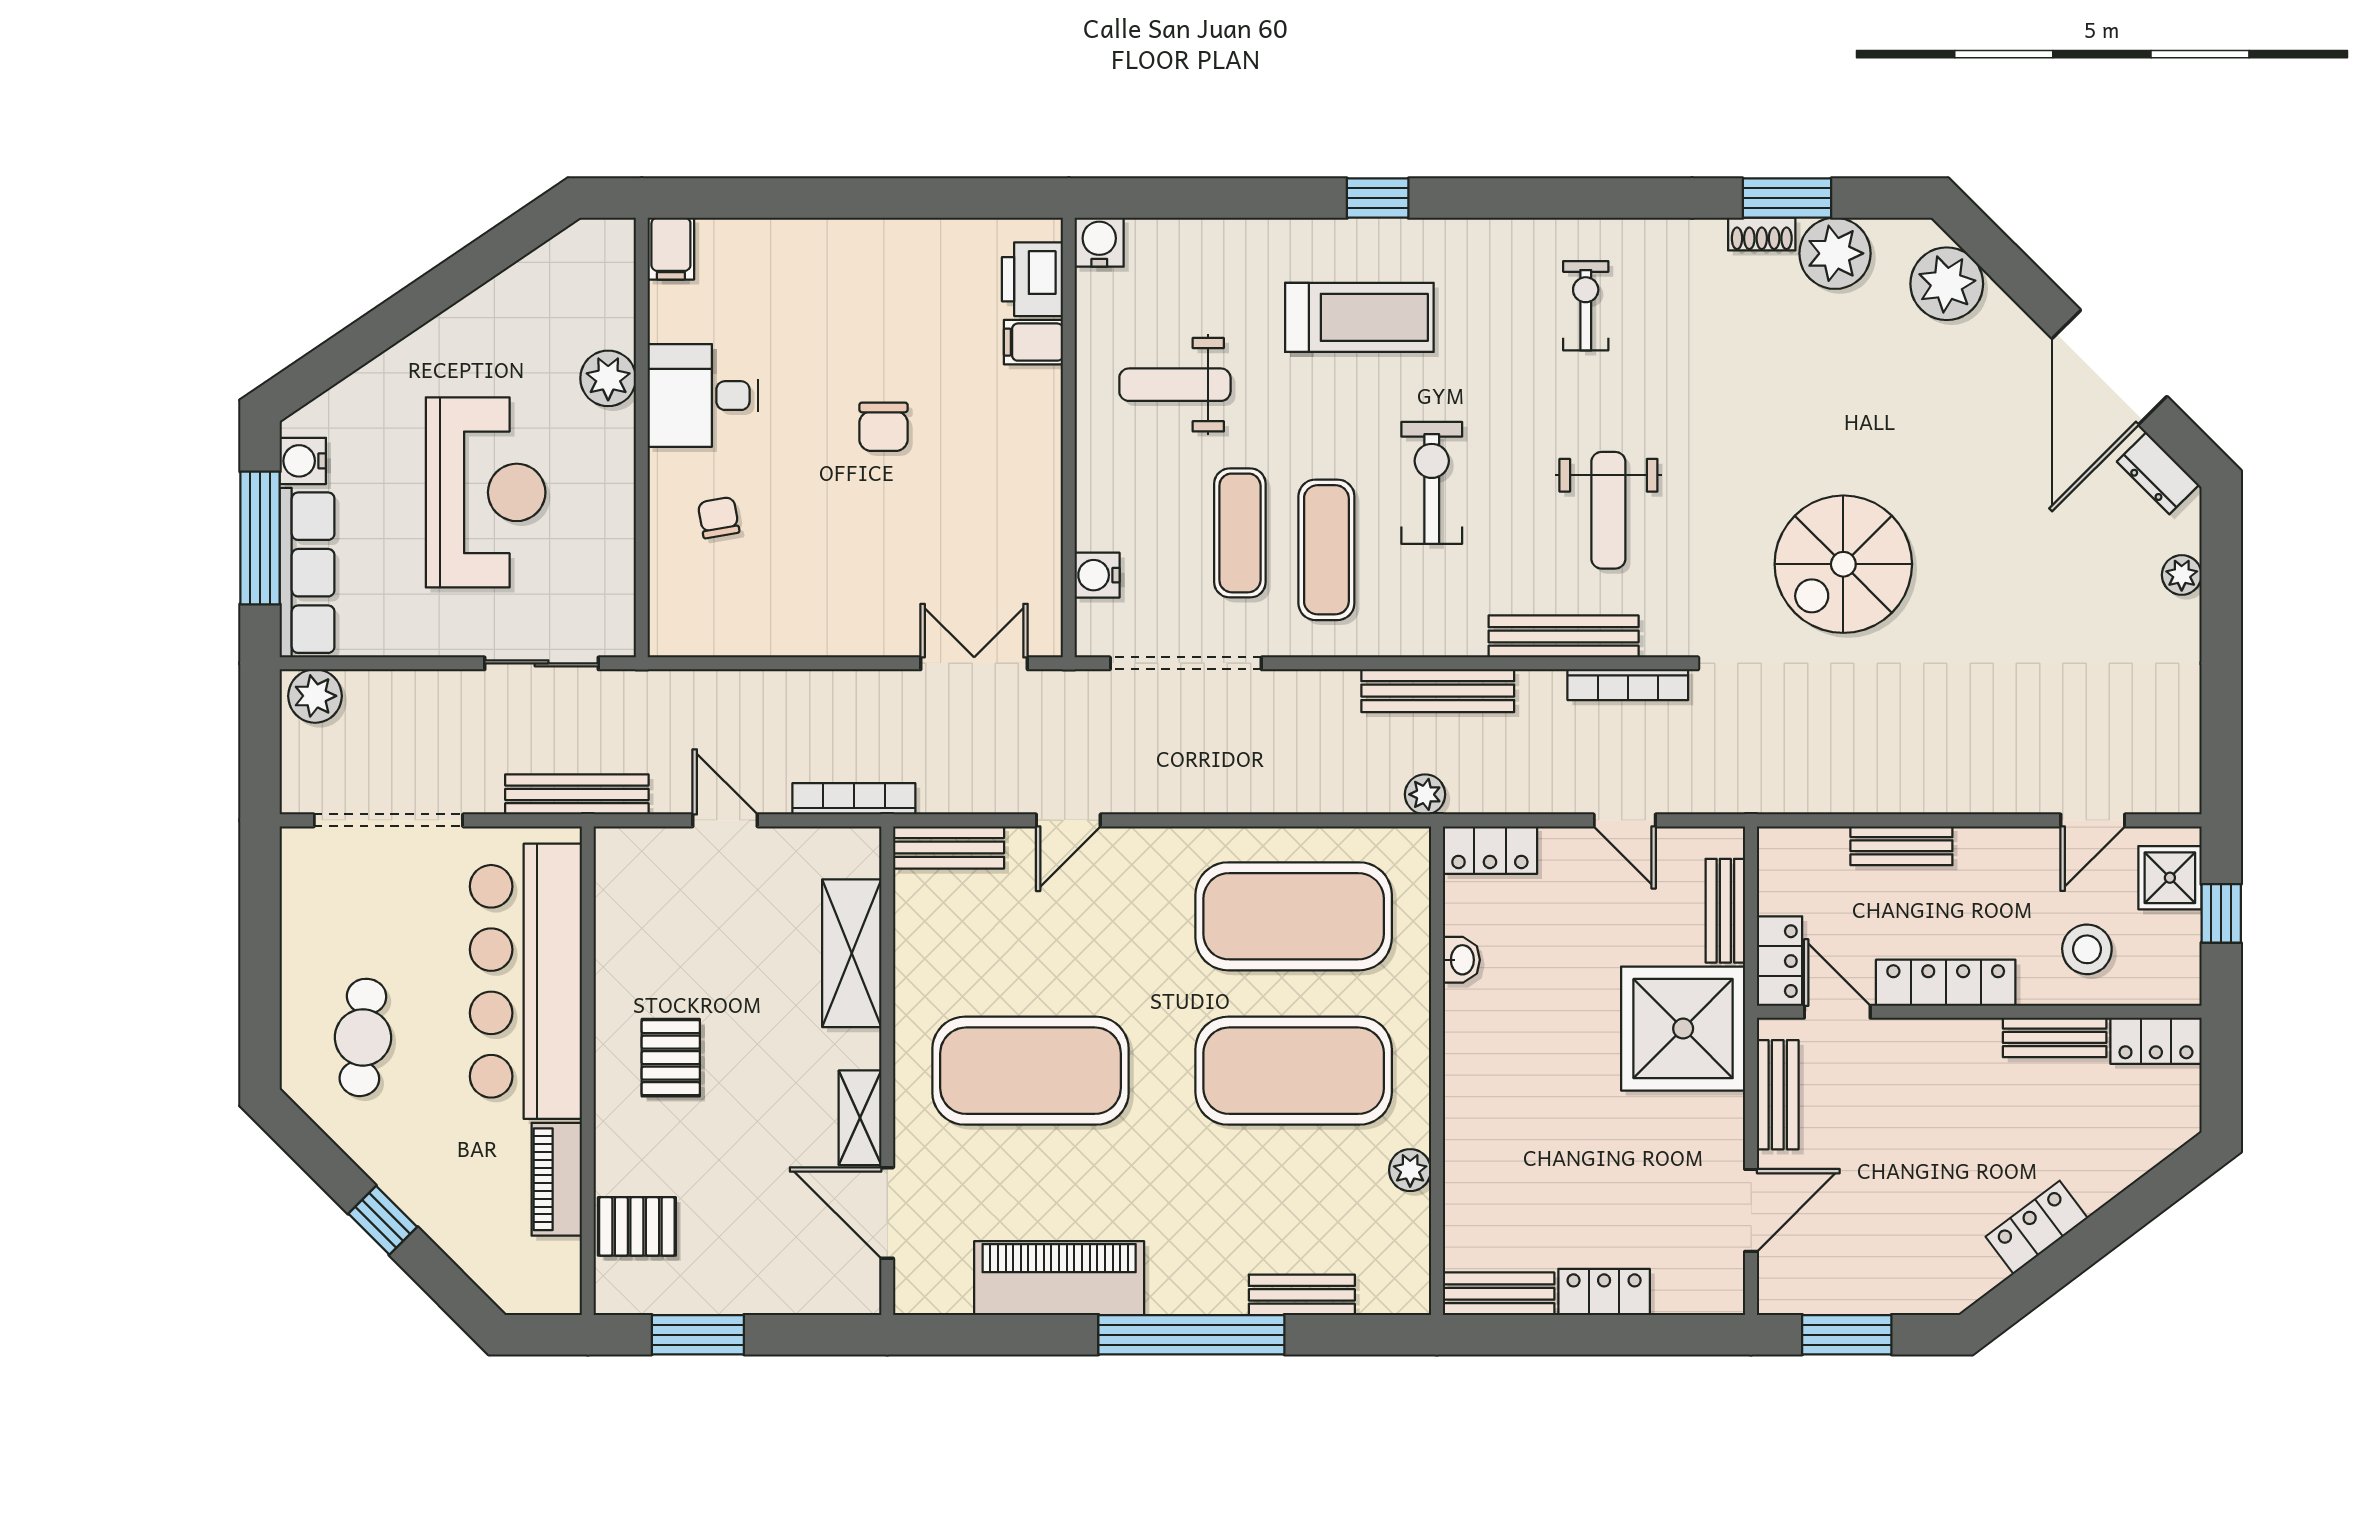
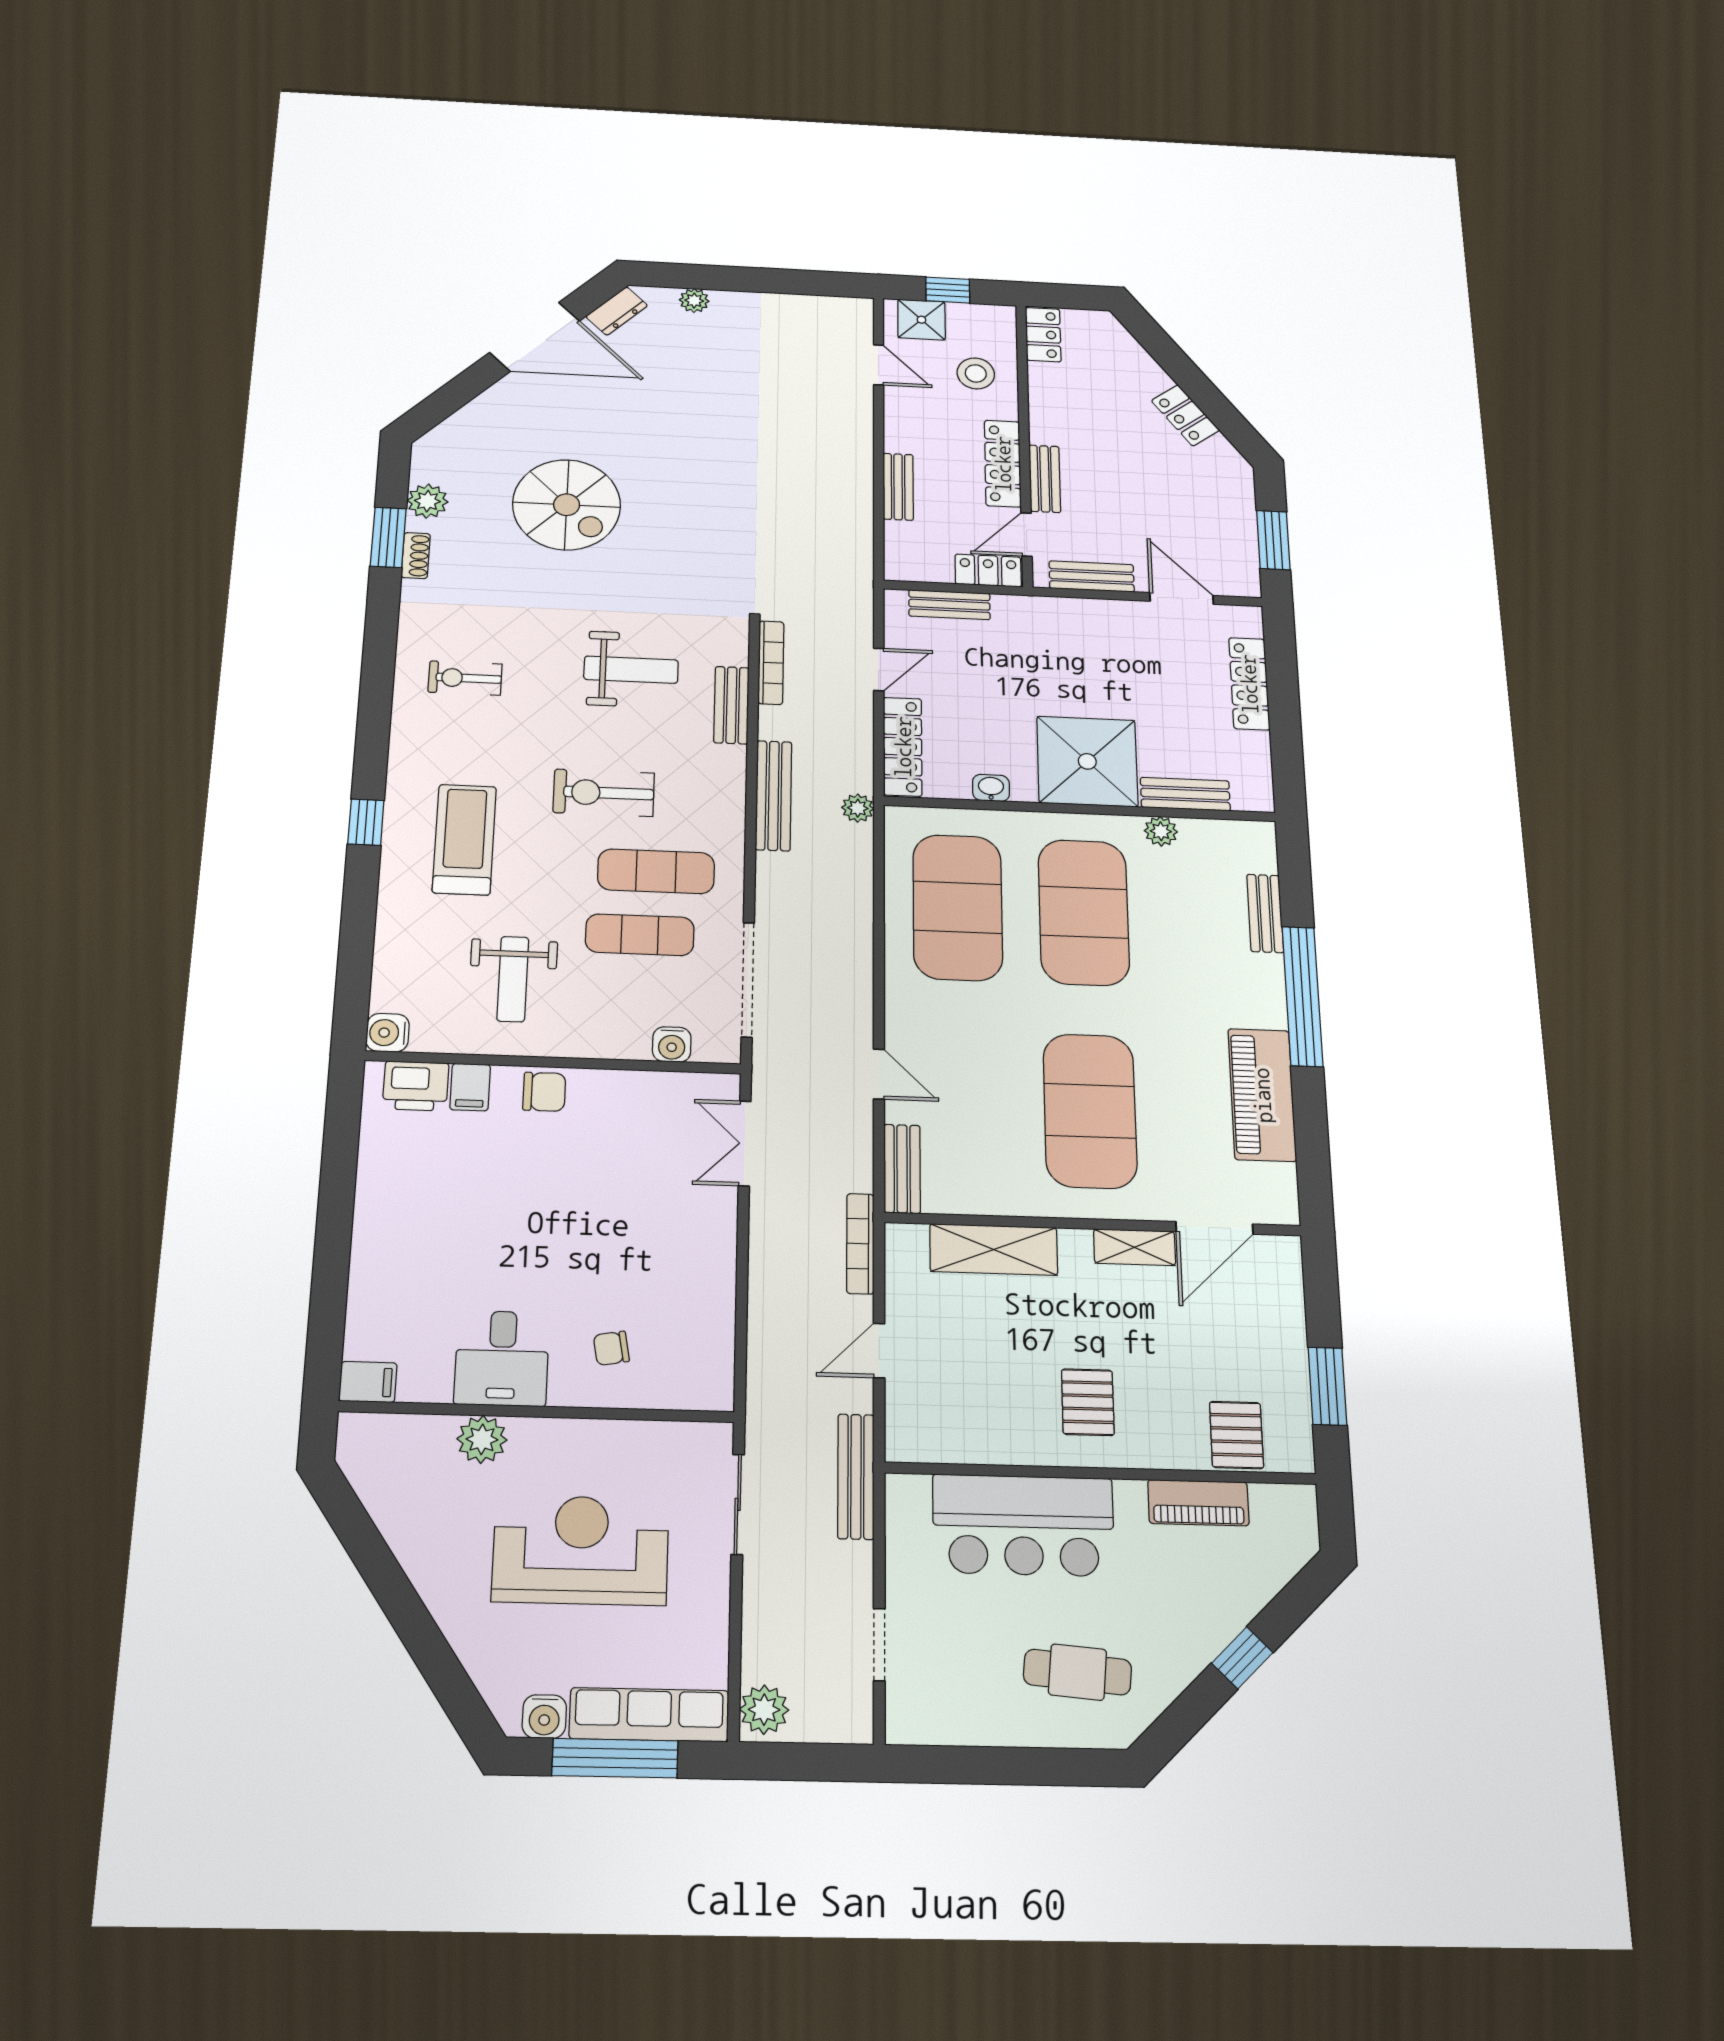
plant: (1835, 253) -> (427, 501), width x0.73, depth x0.73
plant: (1947, 284) -> (464, 436), removed
chair: (883, 427) -> (544, 1092), moved
spiral stairs: (1843, 564) -> (567, 505), moved
bench: (1564, 636) -> (731, 705), width x0.73
doorway: (388, 820) -> (879, 1645), width x0.53
locker: (1490, 850) -> (903, 747), width x1.53
bar counter: (526, 981) -> (1023, 1525), width x0.73
shower: (1683, 1029) -> (1087, 761), moved
bench: (2055, 1037) -> (1045, 479), moved
pallet: (671, 1058) -> (1088, 1402), turned 90
locker: (1604, 1292) -> (1249, 684), width x1.53
bench: (1499, 1294) -> (1185, 794), moved, turned 90

